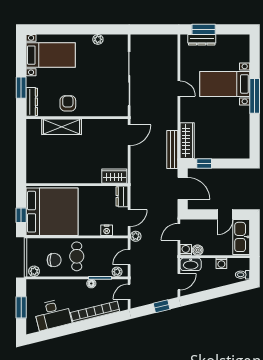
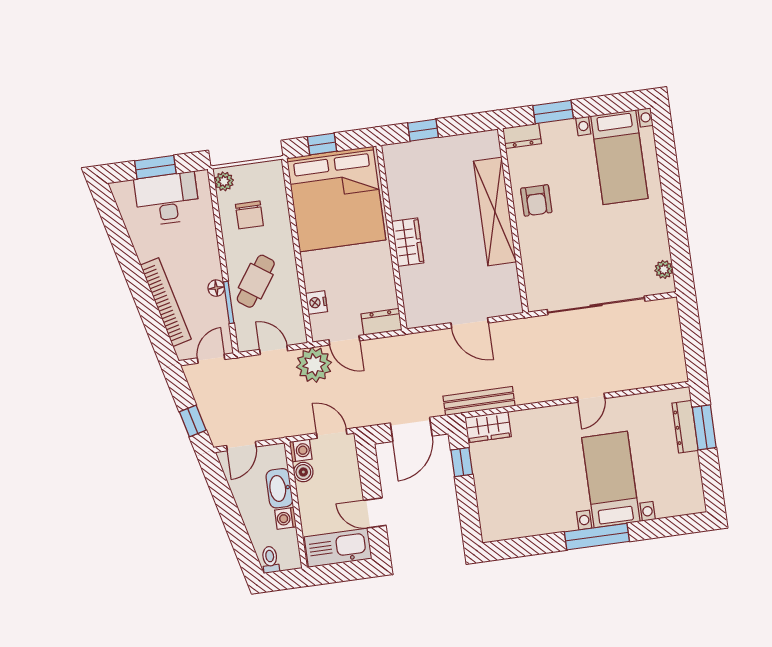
plant: (98, 39) -> (664, 269), moved
dresser: (32, 102) -> (522, 136), width x0.70
armchair: (68, 103) -> (536, 200), turned 90
shelving: (62, 127) -> (495, 212), width x1.47
door: (129, 135) -> (470, 323), moved
wardrobe: (187, 141) -> (488, 427), width x0.67
window: (21, 160) -> (423, 130), added
wardrobe: (114, 176) -> (408, 242), moved
plant: (136, 236) -> (314, 365), width x1.87, depth x1.87
cafe table: (77, 256) -> (256, 281), moved, turned -55
washbasin: (191, 264) -> (279, 488), moved
plant: (117, 272) -> (244, 332), removed
door: (179, 282) -> (241, 446), hinge flipped
door: (129, 292) -> (211, 359), hinge flipped
desk: (53, 314) -> (167, 199), moved, turned 104

